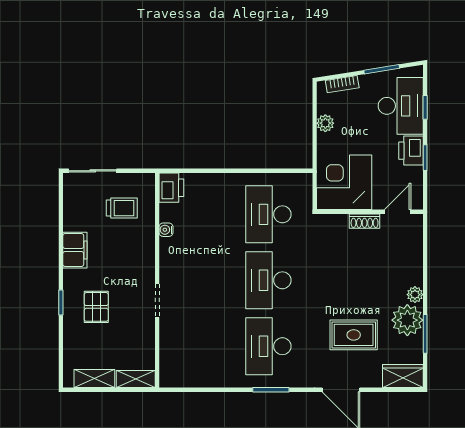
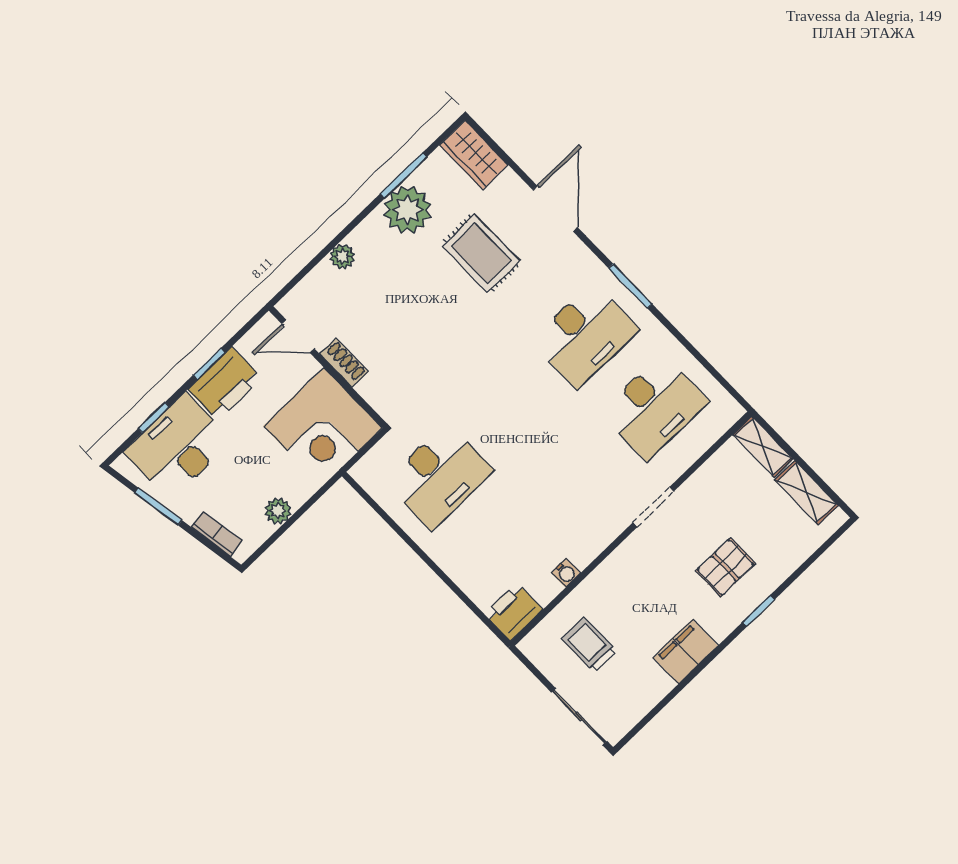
printer: (411, 151) -> (225, 384), width x1.37, depth x1.19
desk: (268, 280) -> (654, 407), moved
plant: (415, 295) -> (342, 257), moved

